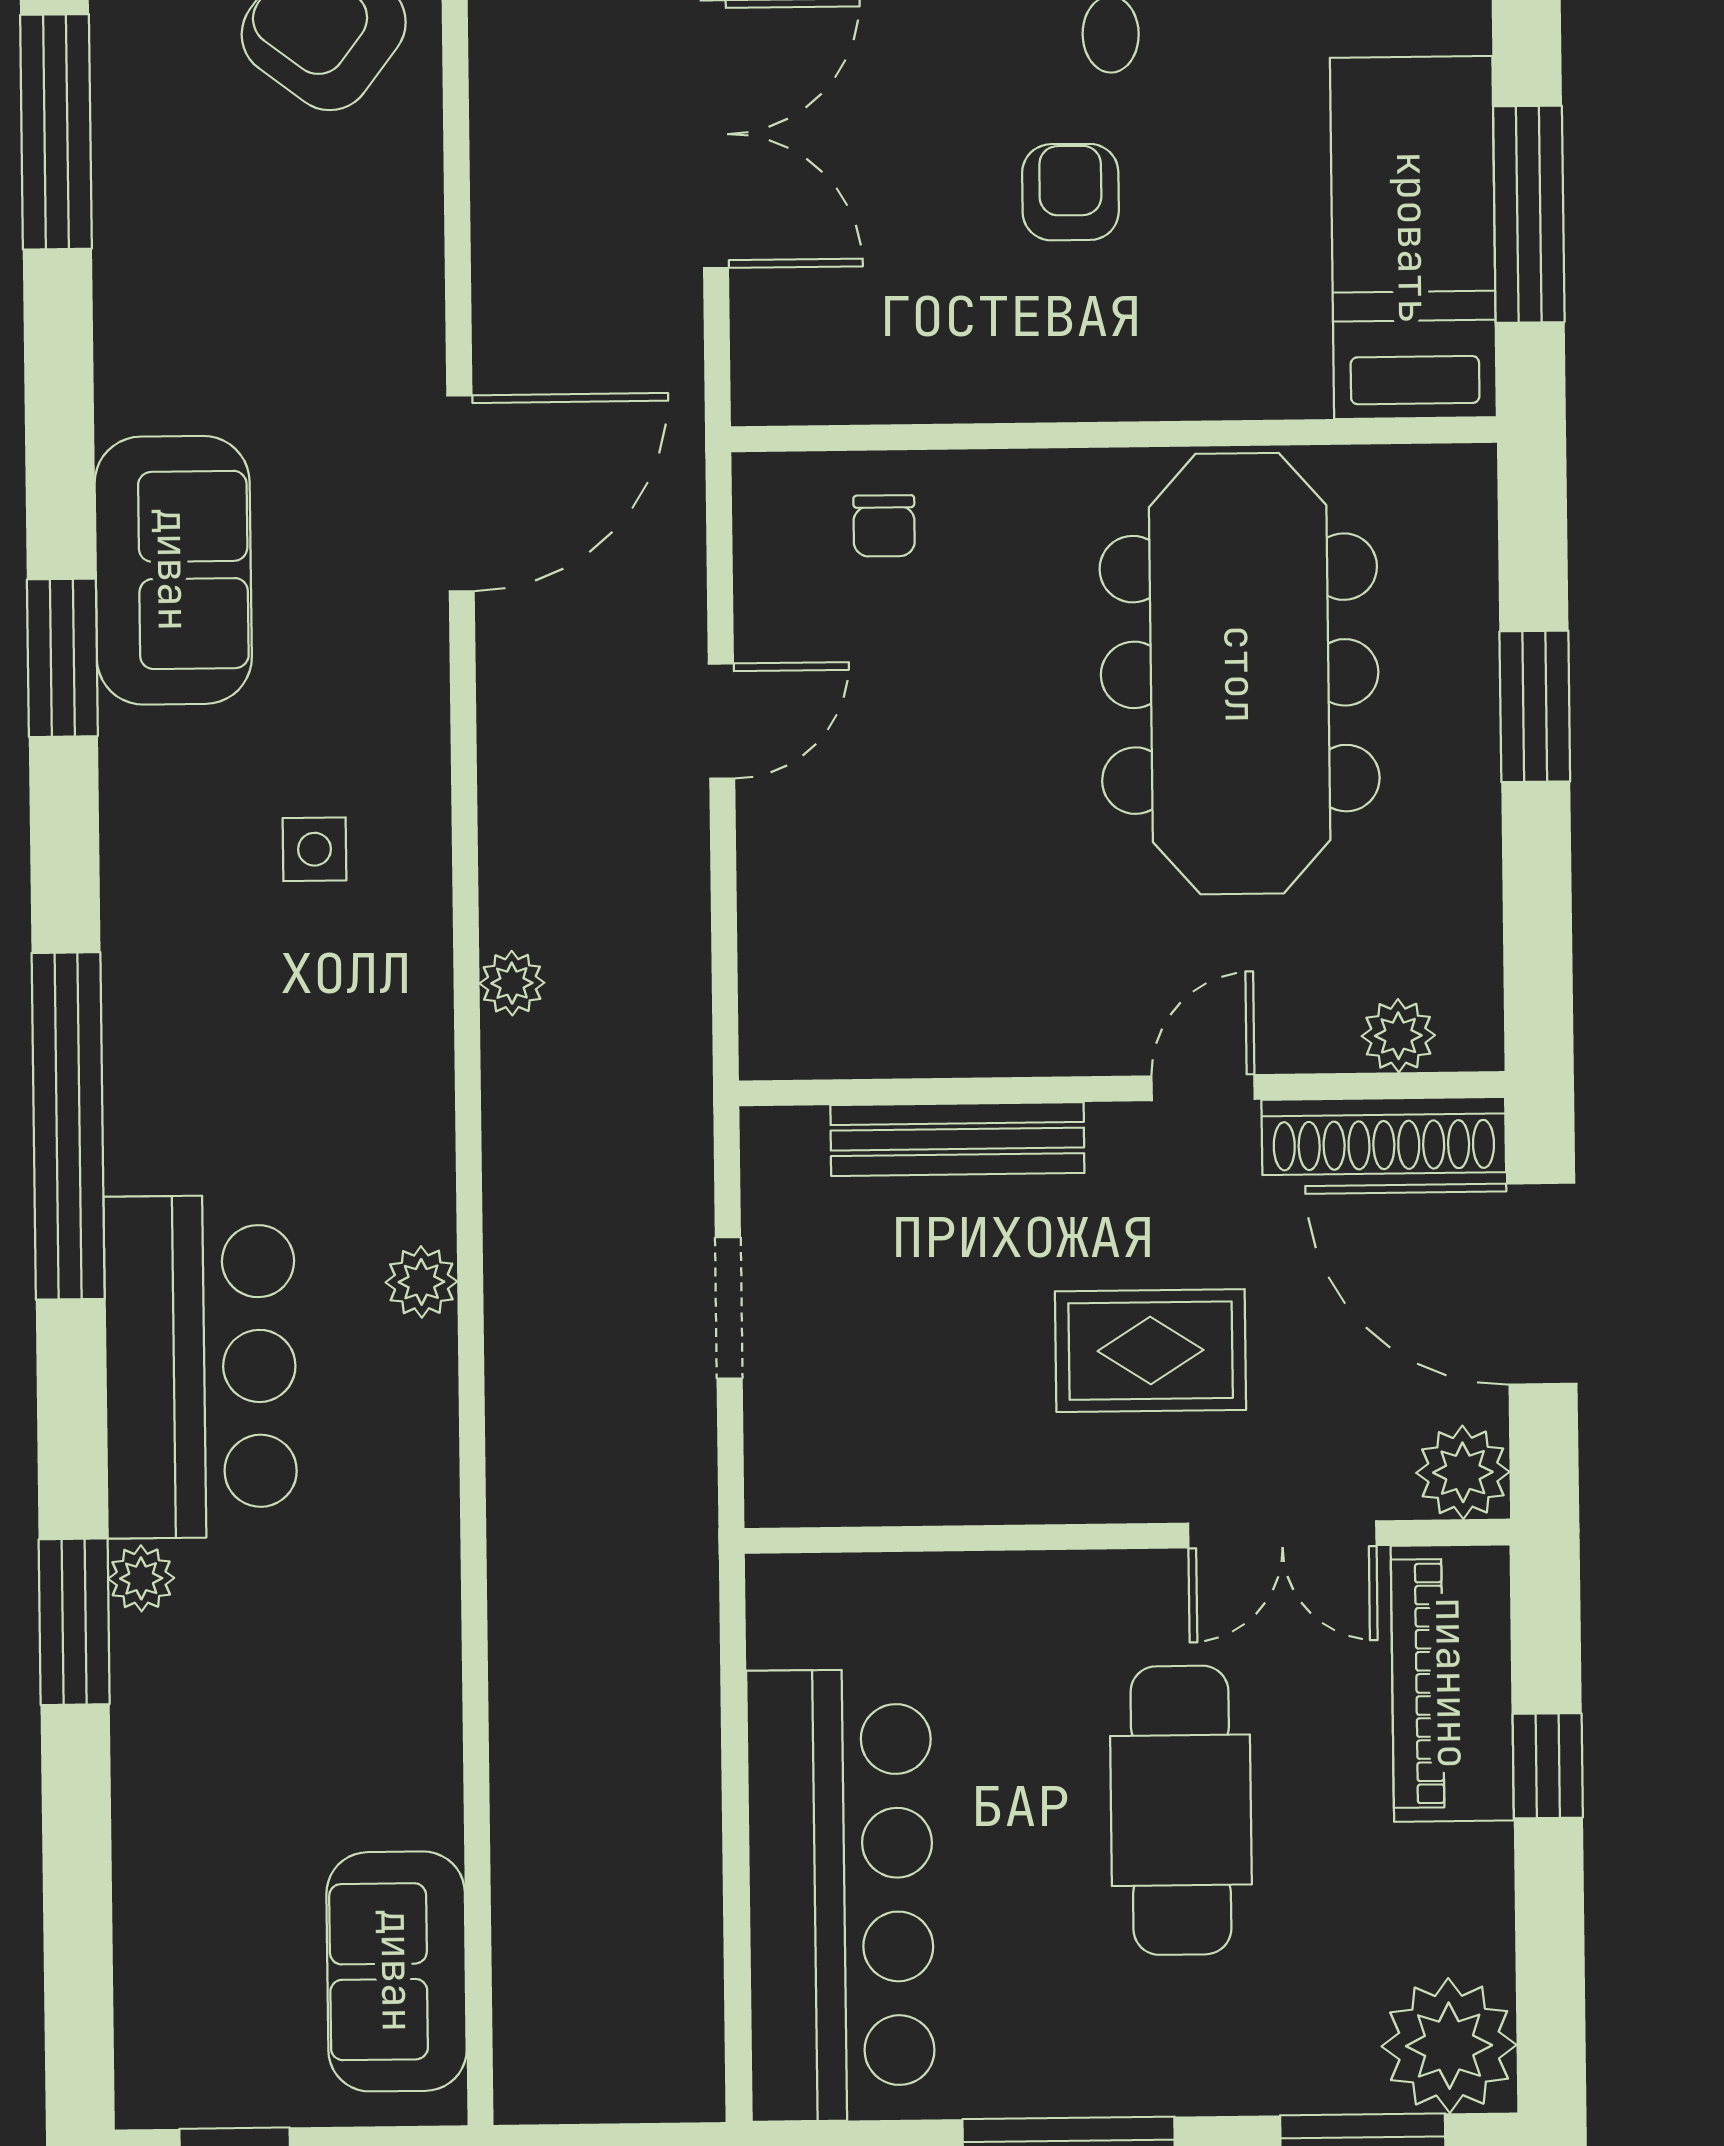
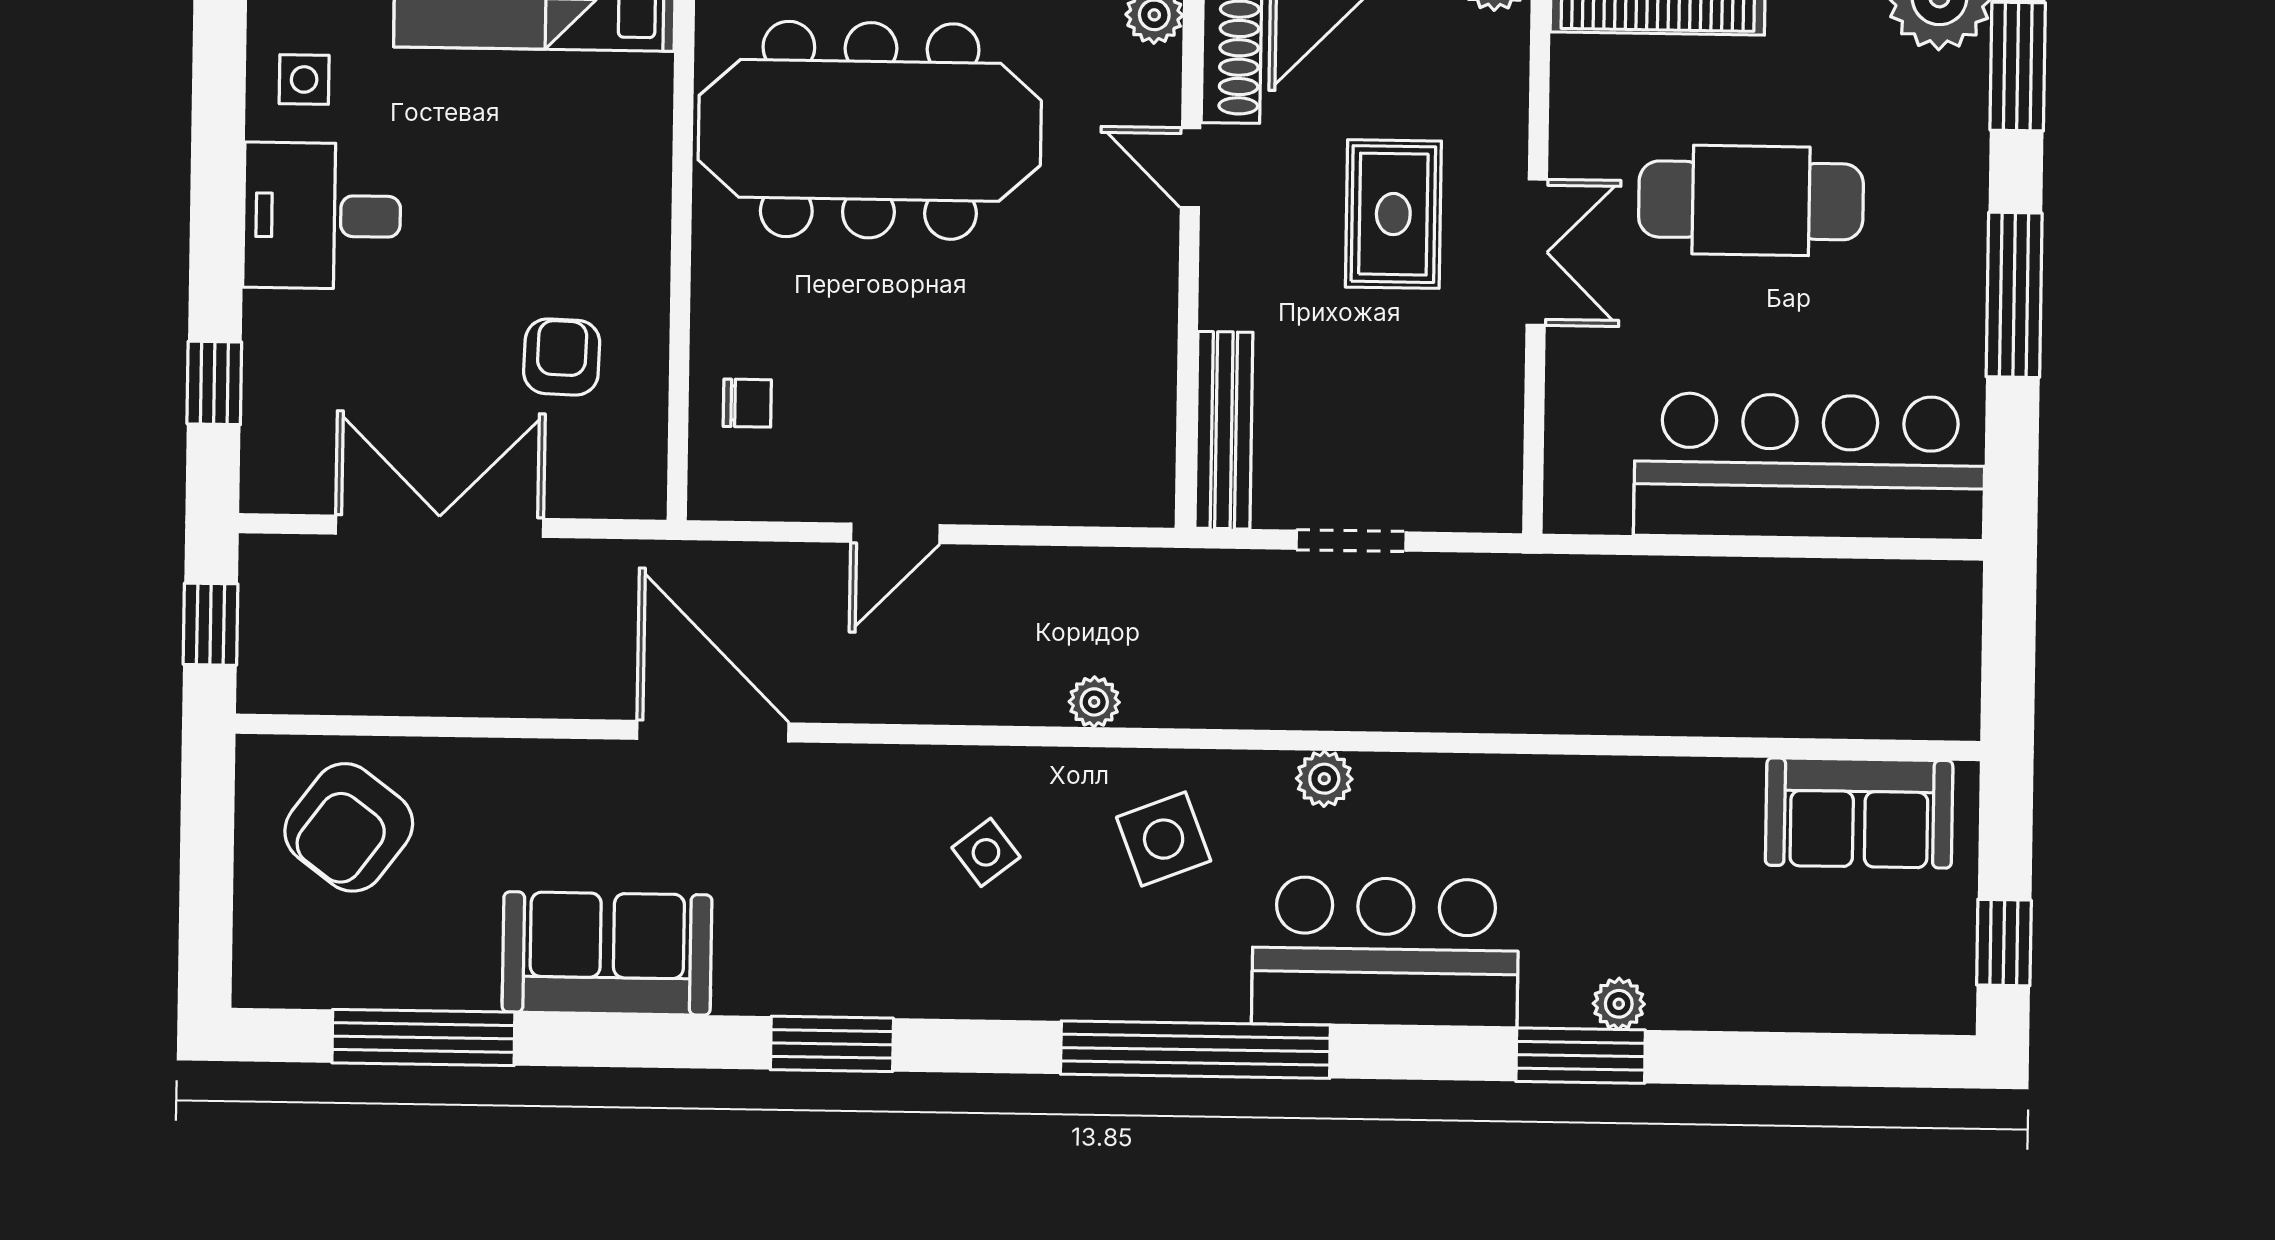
armchair: (1070, 192) -> (562, 357), moved, turned 92
sofa: (173, 570) -> (607, 953), moved
door: (722, 721) -> (895, 533), swing flipped
side table: (314, 849) -> (986, 852), turned -38
side table: (338, 1077) -> (1164, 839), added
bench: (957, 1139) -> (1224, 430), moved
double door: (1282, 1534) -> (1537, 252), moved
plant: (141, 1578) -> (1619, 1004), moved

